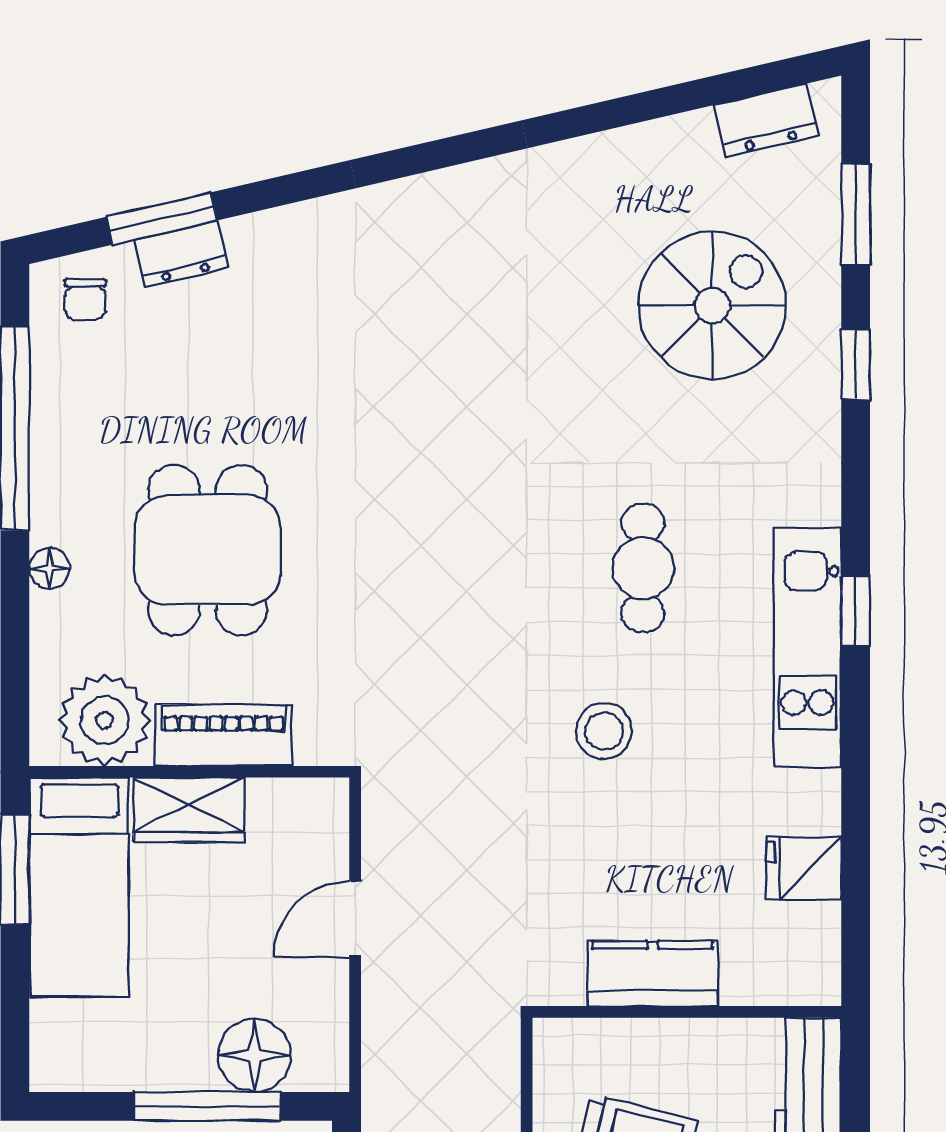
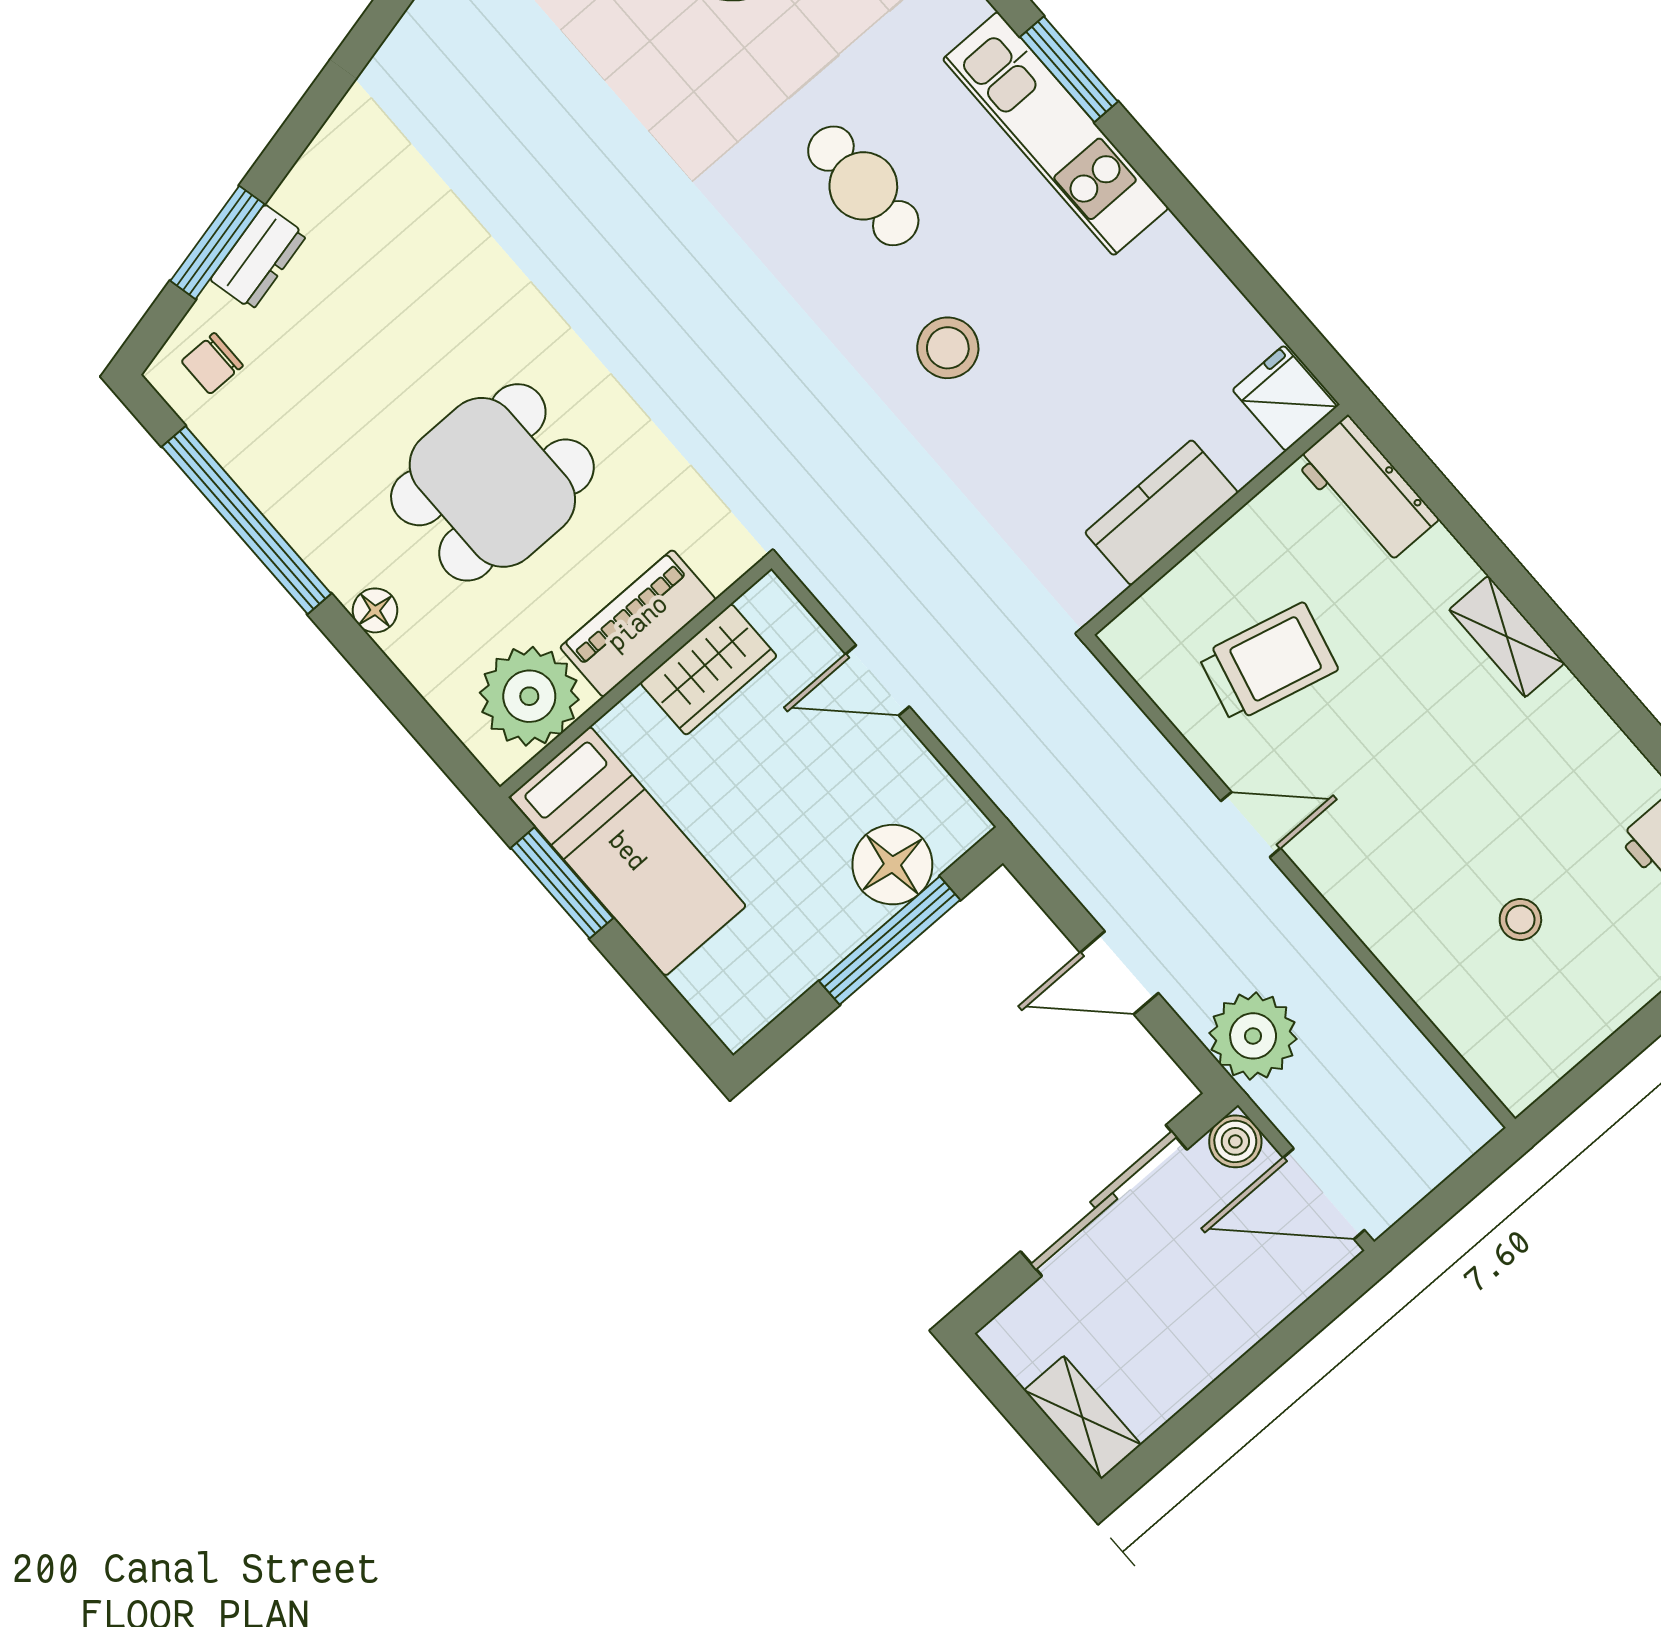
chair: (85, 299) -> (212, 363), turned 90
dining table: (208, 550) -> (492, 482), turned 90
window: (856, 611) -> (1069, 69), width x1.50
wardrobe: (189, 810) -> (709, 670), moved
fridge: (804, 868) -> (1285, 398), moved, turned 90
door: (355, 919) -> (877, 680), hinge flipped

